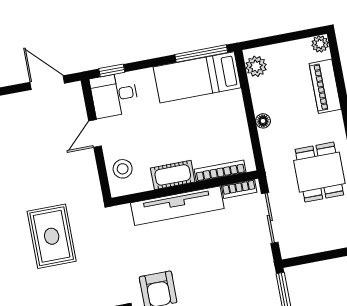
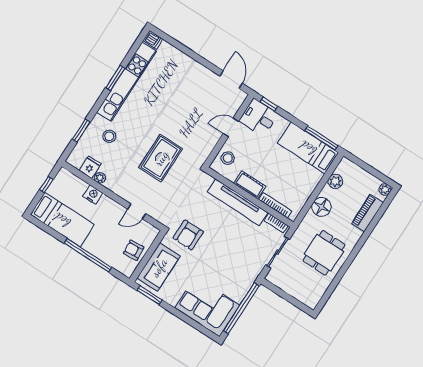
plant: (256, 66) -> (335, 181), moved
floor lamp: (263, 121) -> (321, 207), width x1.89, depth x1.89

